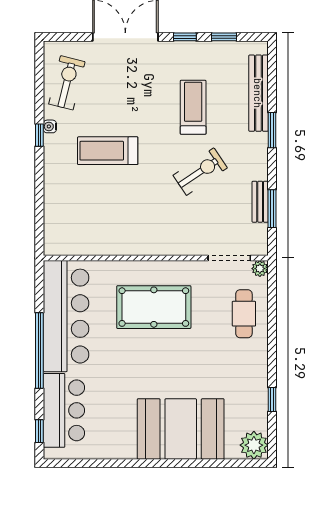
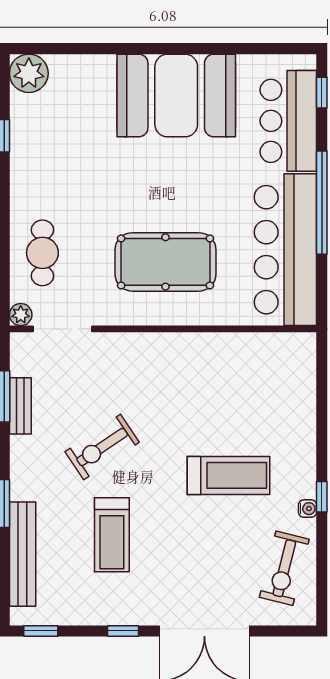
window: (224, 37) -> (41, 631), moved
booth: (181, 429) -> (176, 95), moved

